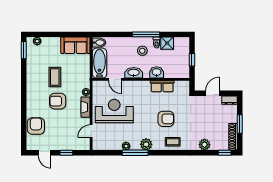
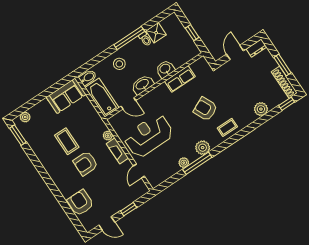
stool: (142, 51) -> (119, 64), moved
armchair: (166, 119) -> (205, 109), turned -115

